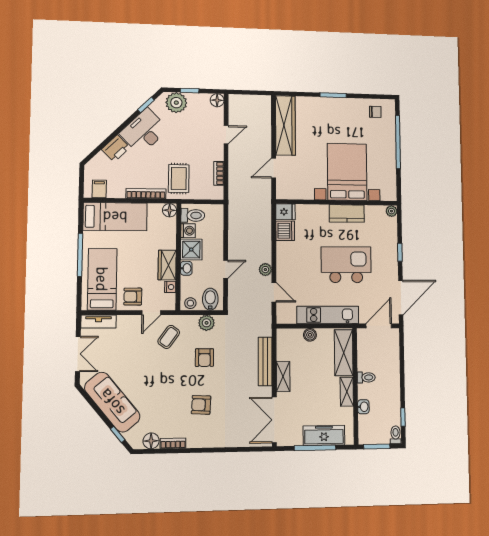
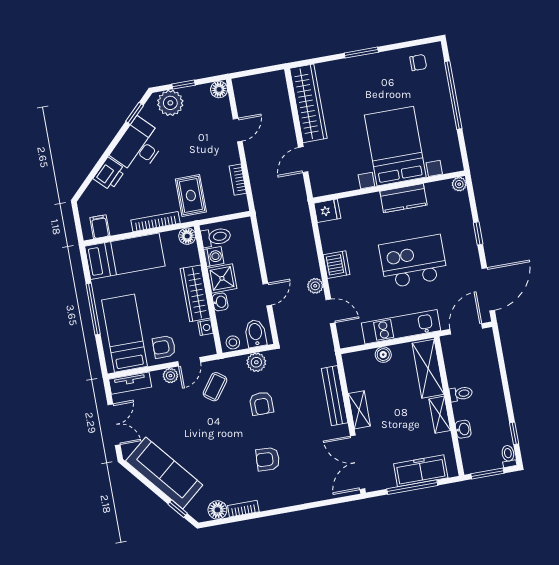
dishwasher: (285, 231) -> (336, 265), moved
wardrobe: (167, 265) -> (195, 293), width x1.50
plant: (134, 321) -> (170, 376), added

